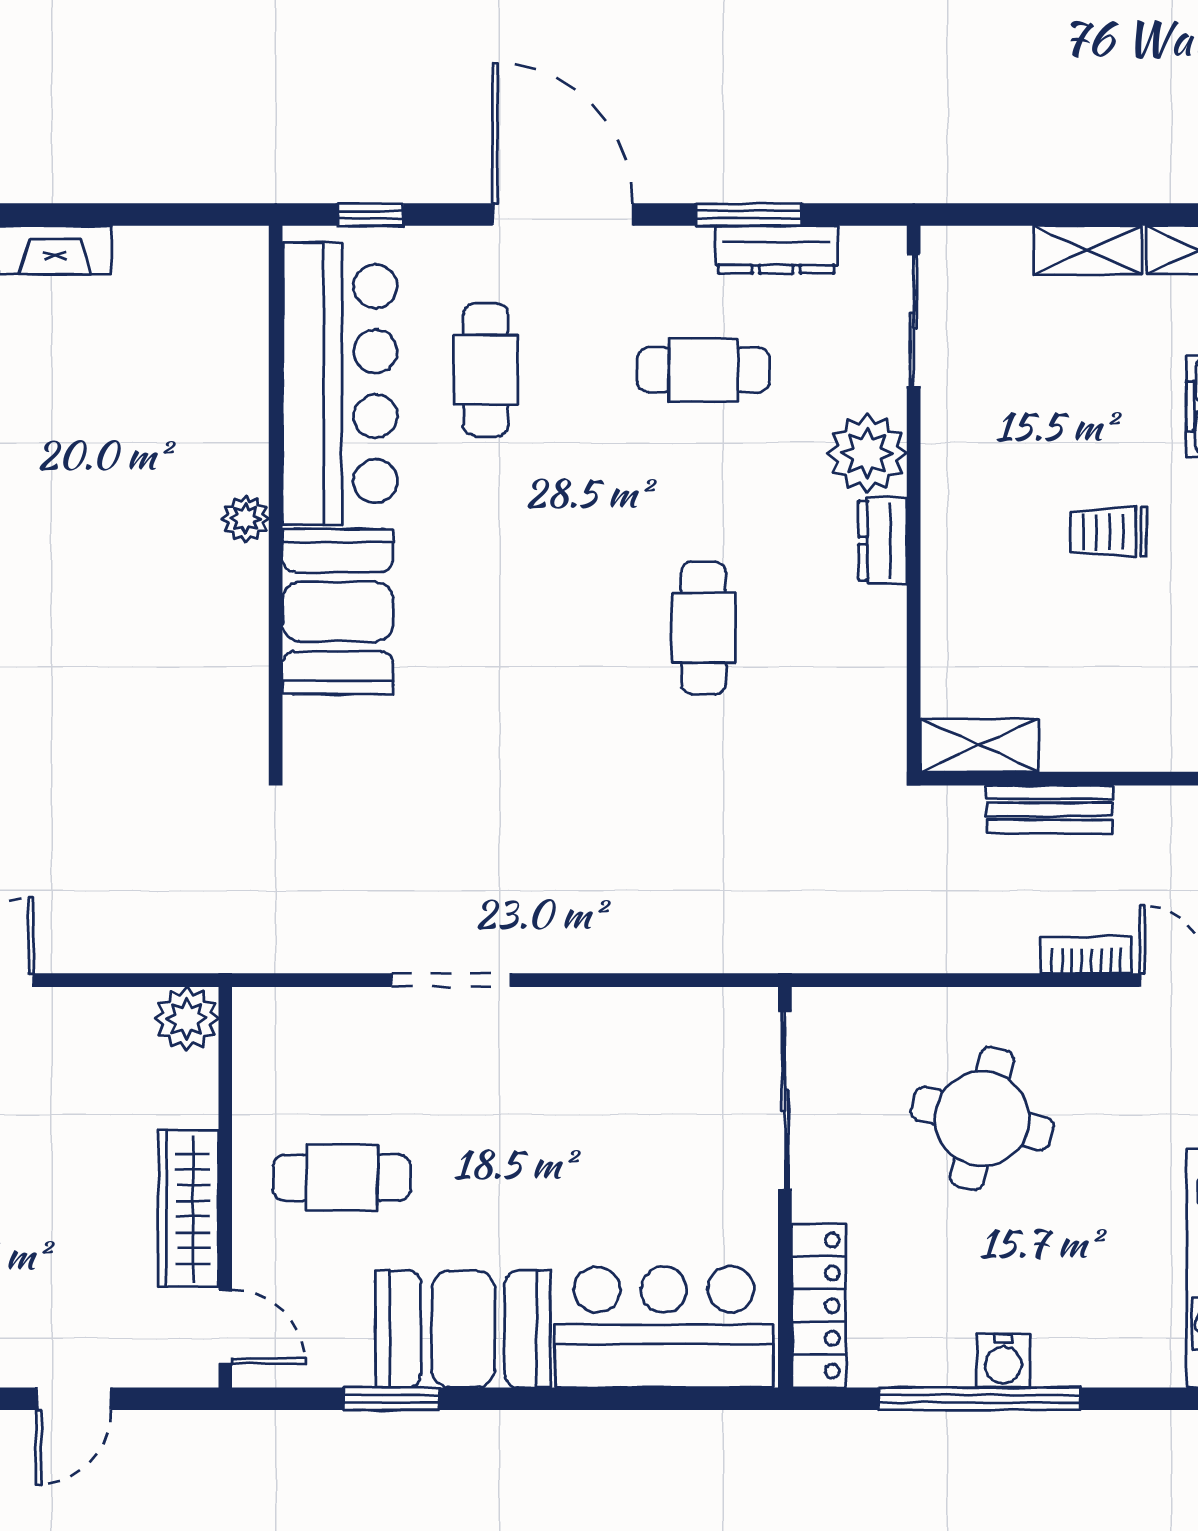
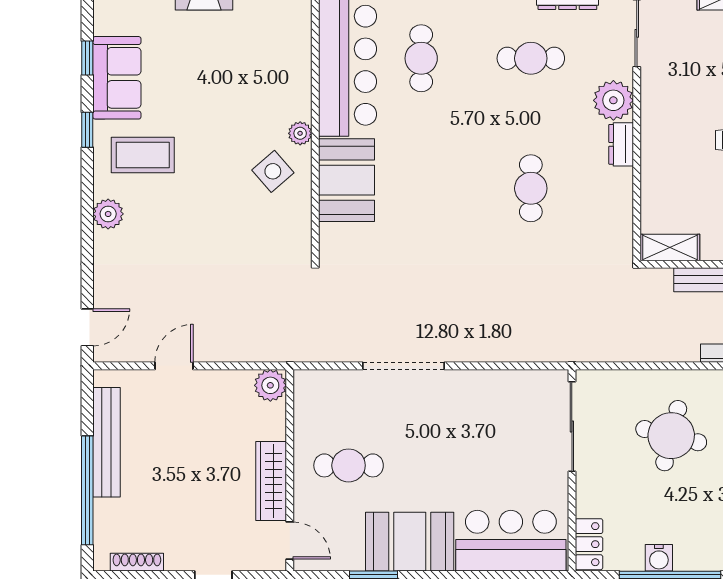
side table: (192, 594) -> (273, 171), added
doorway: (451, 980) -> (404, 366), width x1.36
locker: (819, 1306) -> (589, 544), width x0.66
water cooler: (1003, 1361) -> (659, 558), moved

